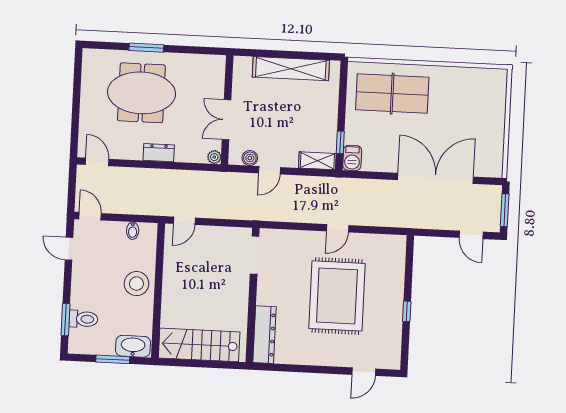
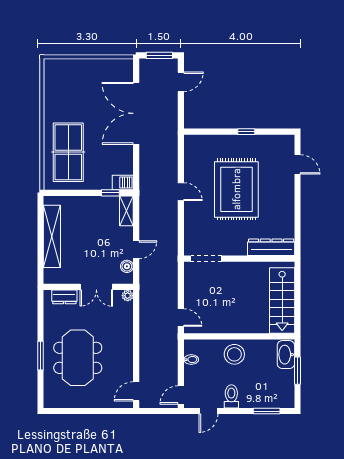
dresser: (159, 153) -> (64, 297), moved, turned -90
door: (269, 170) -> (136, 250), hinge flipped
rug: (337, 296) -> (236, 189), turned 90
toilet: (83, 319) -> (231, 396), moved

